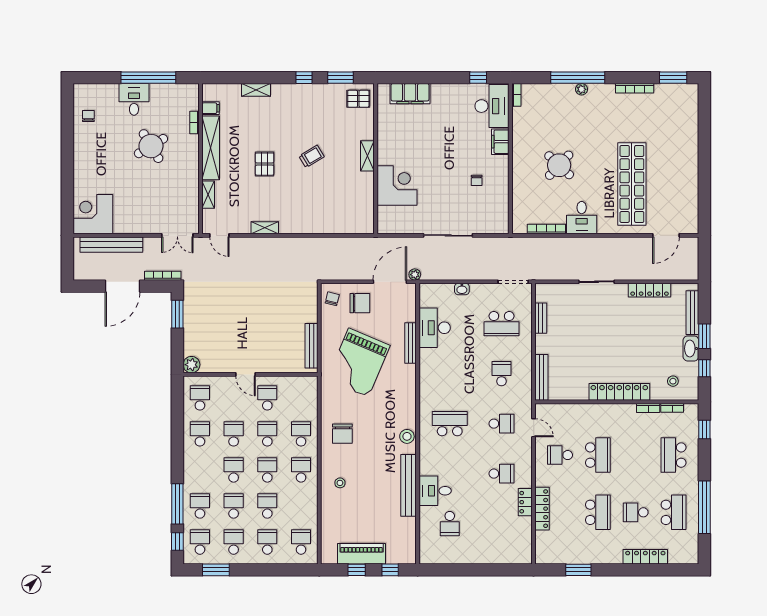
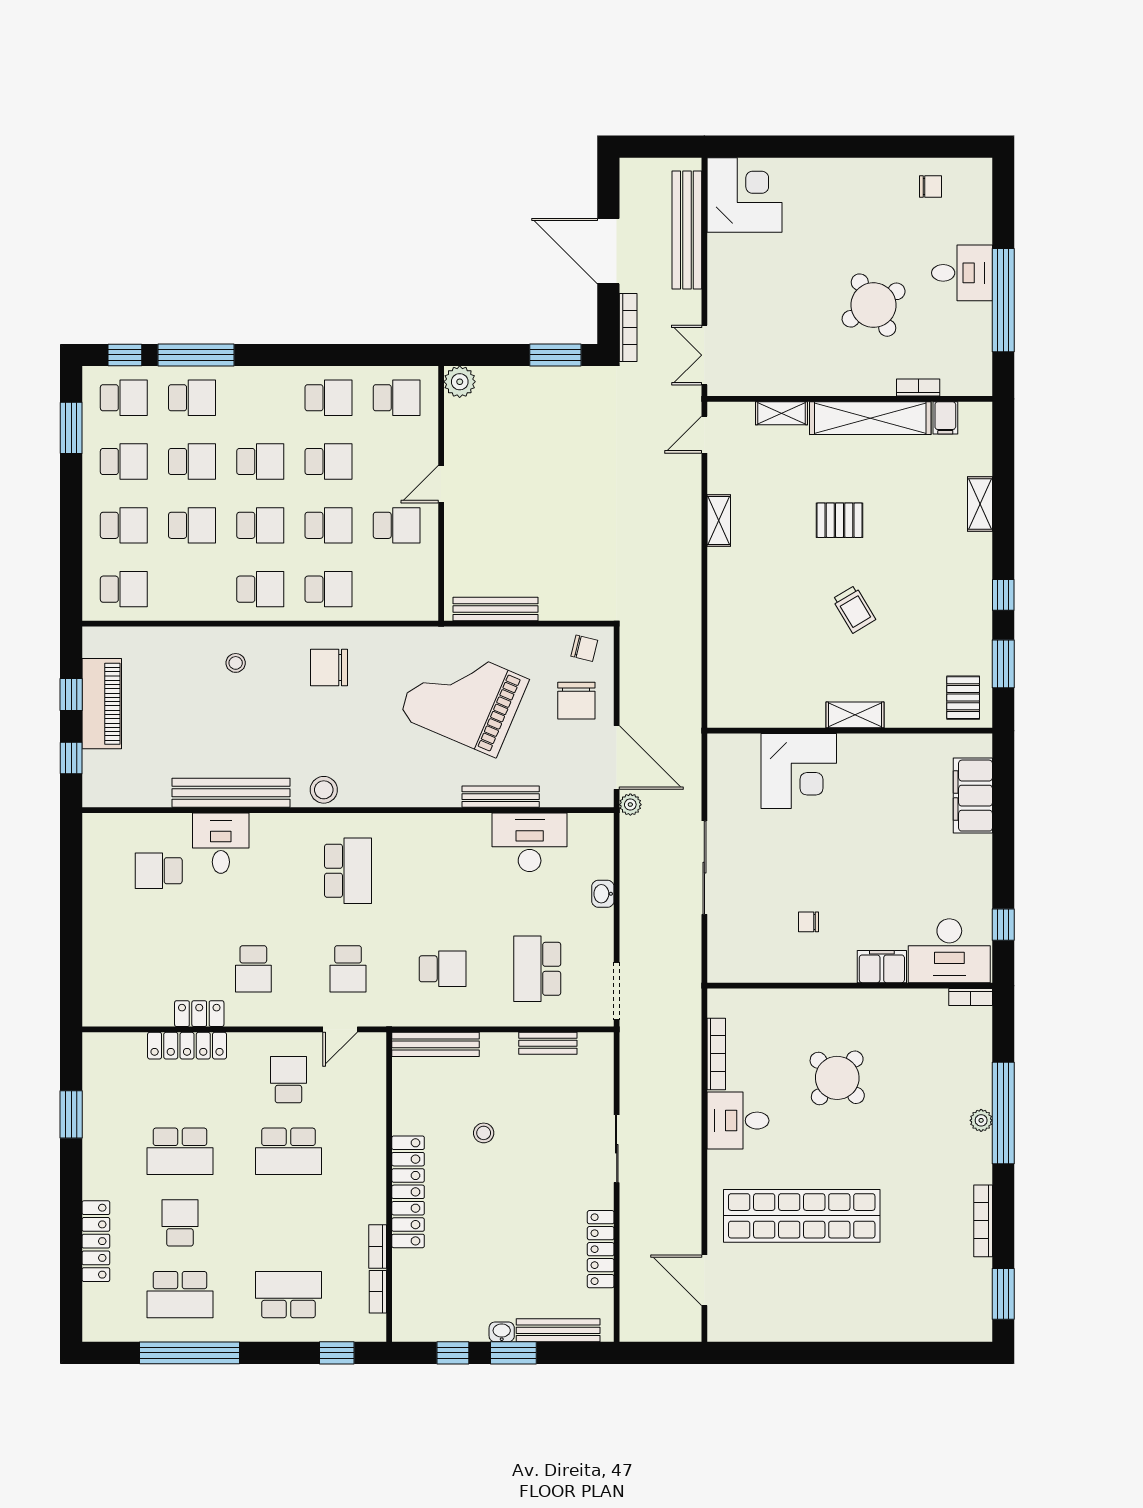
washbasin: (691, 348) -> (502, 1332), width x0.52, depth x0.69
stool: (673, 381) -> (484, 1133), moved

